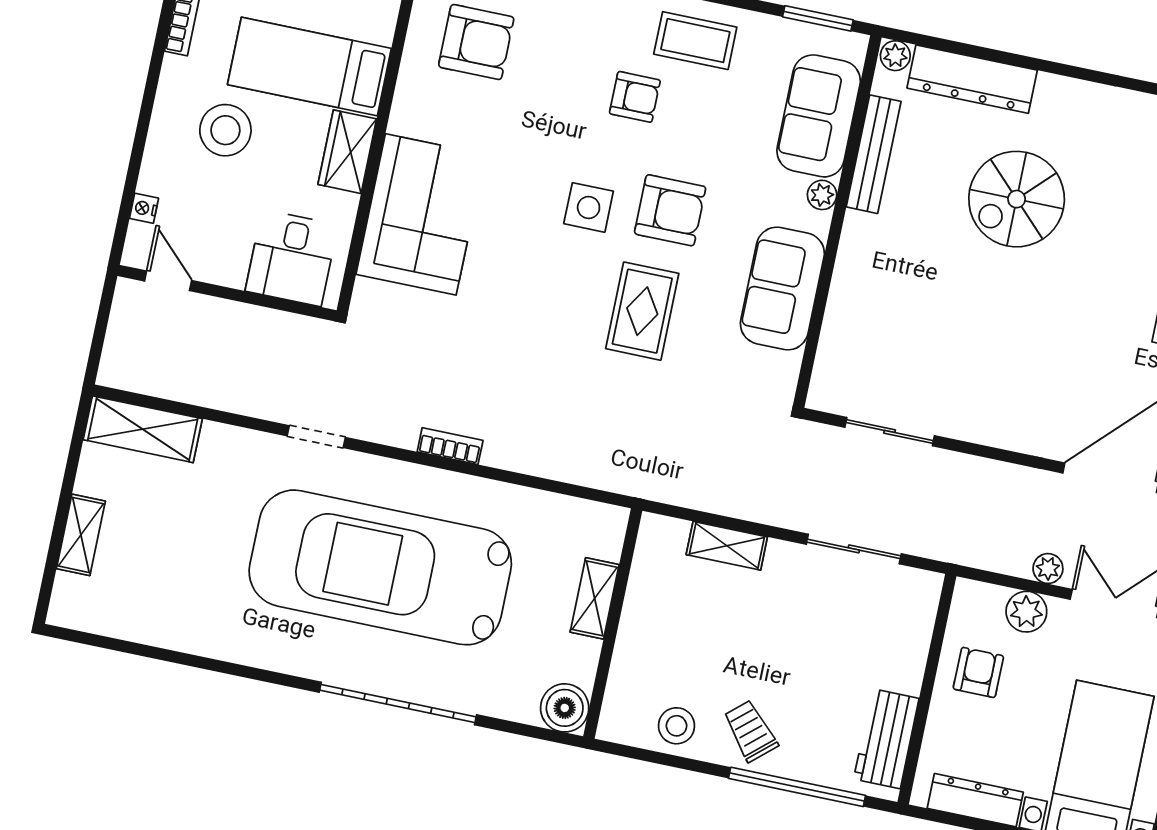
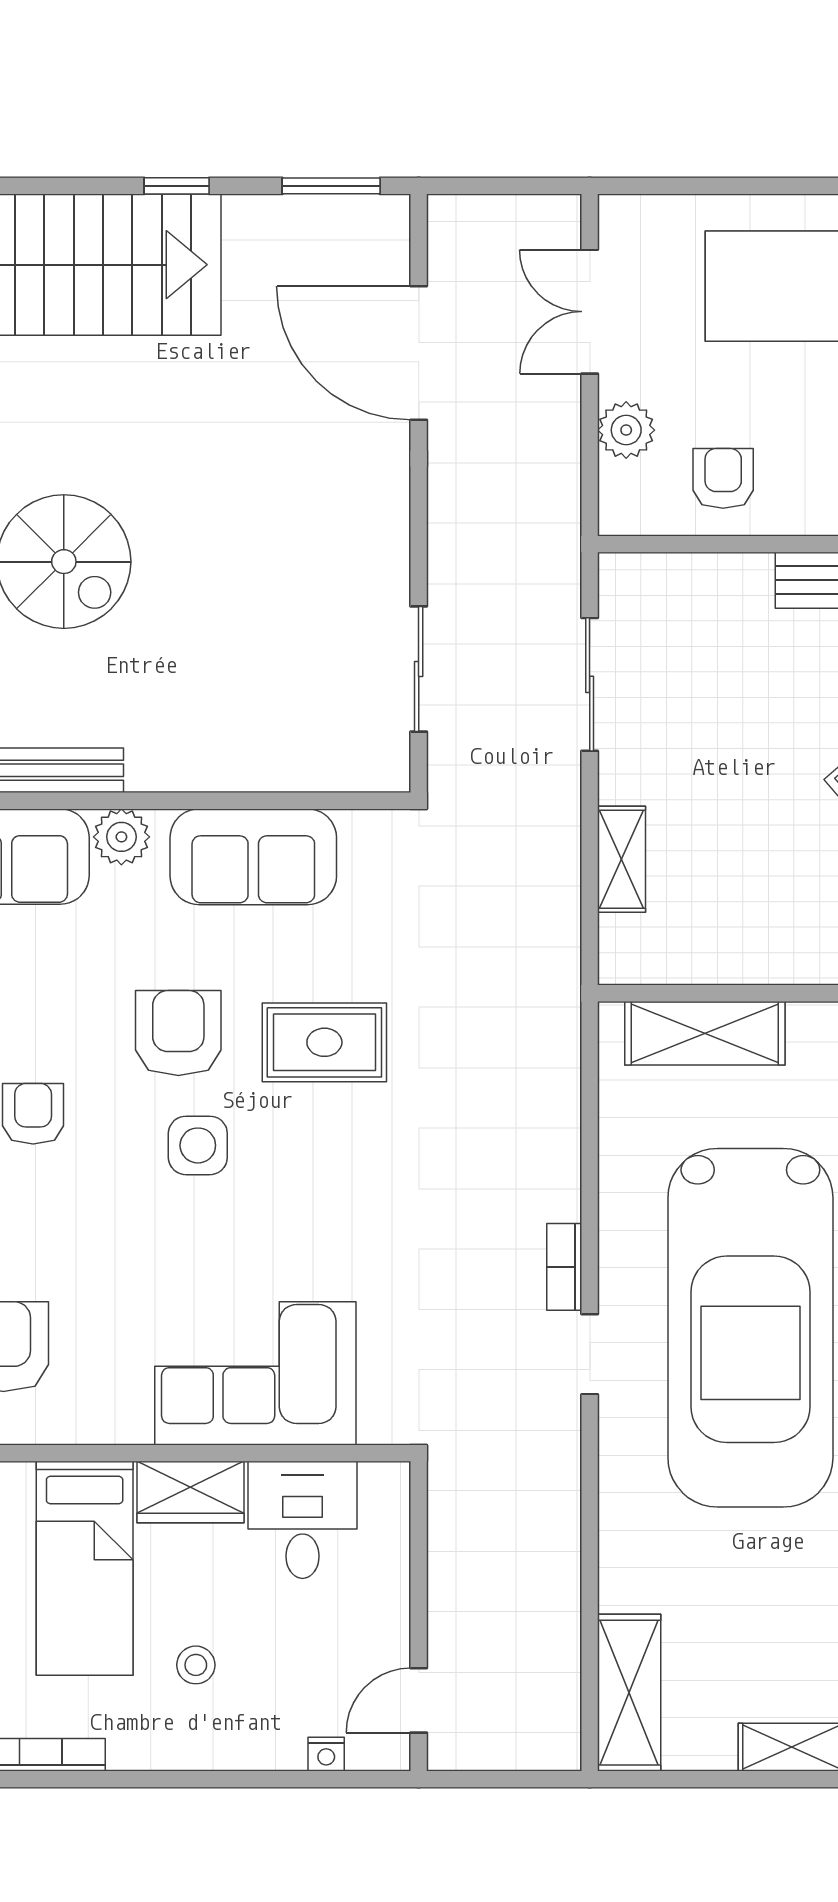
stool: (225, 130) -> (196, 1665), width x0.53, depth x0.53
plant: (822, 195) -> (121, 837), width x1.38, depth x1.38
desk: (292, 258) -> (302, 1520), moved, turned -90
doorway: (316, 437) -> (590, 1354), moved
plant: (1048, 568) -> (561, 413), removed
shelving: (595, 598) -> (705, 1033), width x1.50, depth x1.33
armchair: (978, 672) -> (723, 478), turned 90

